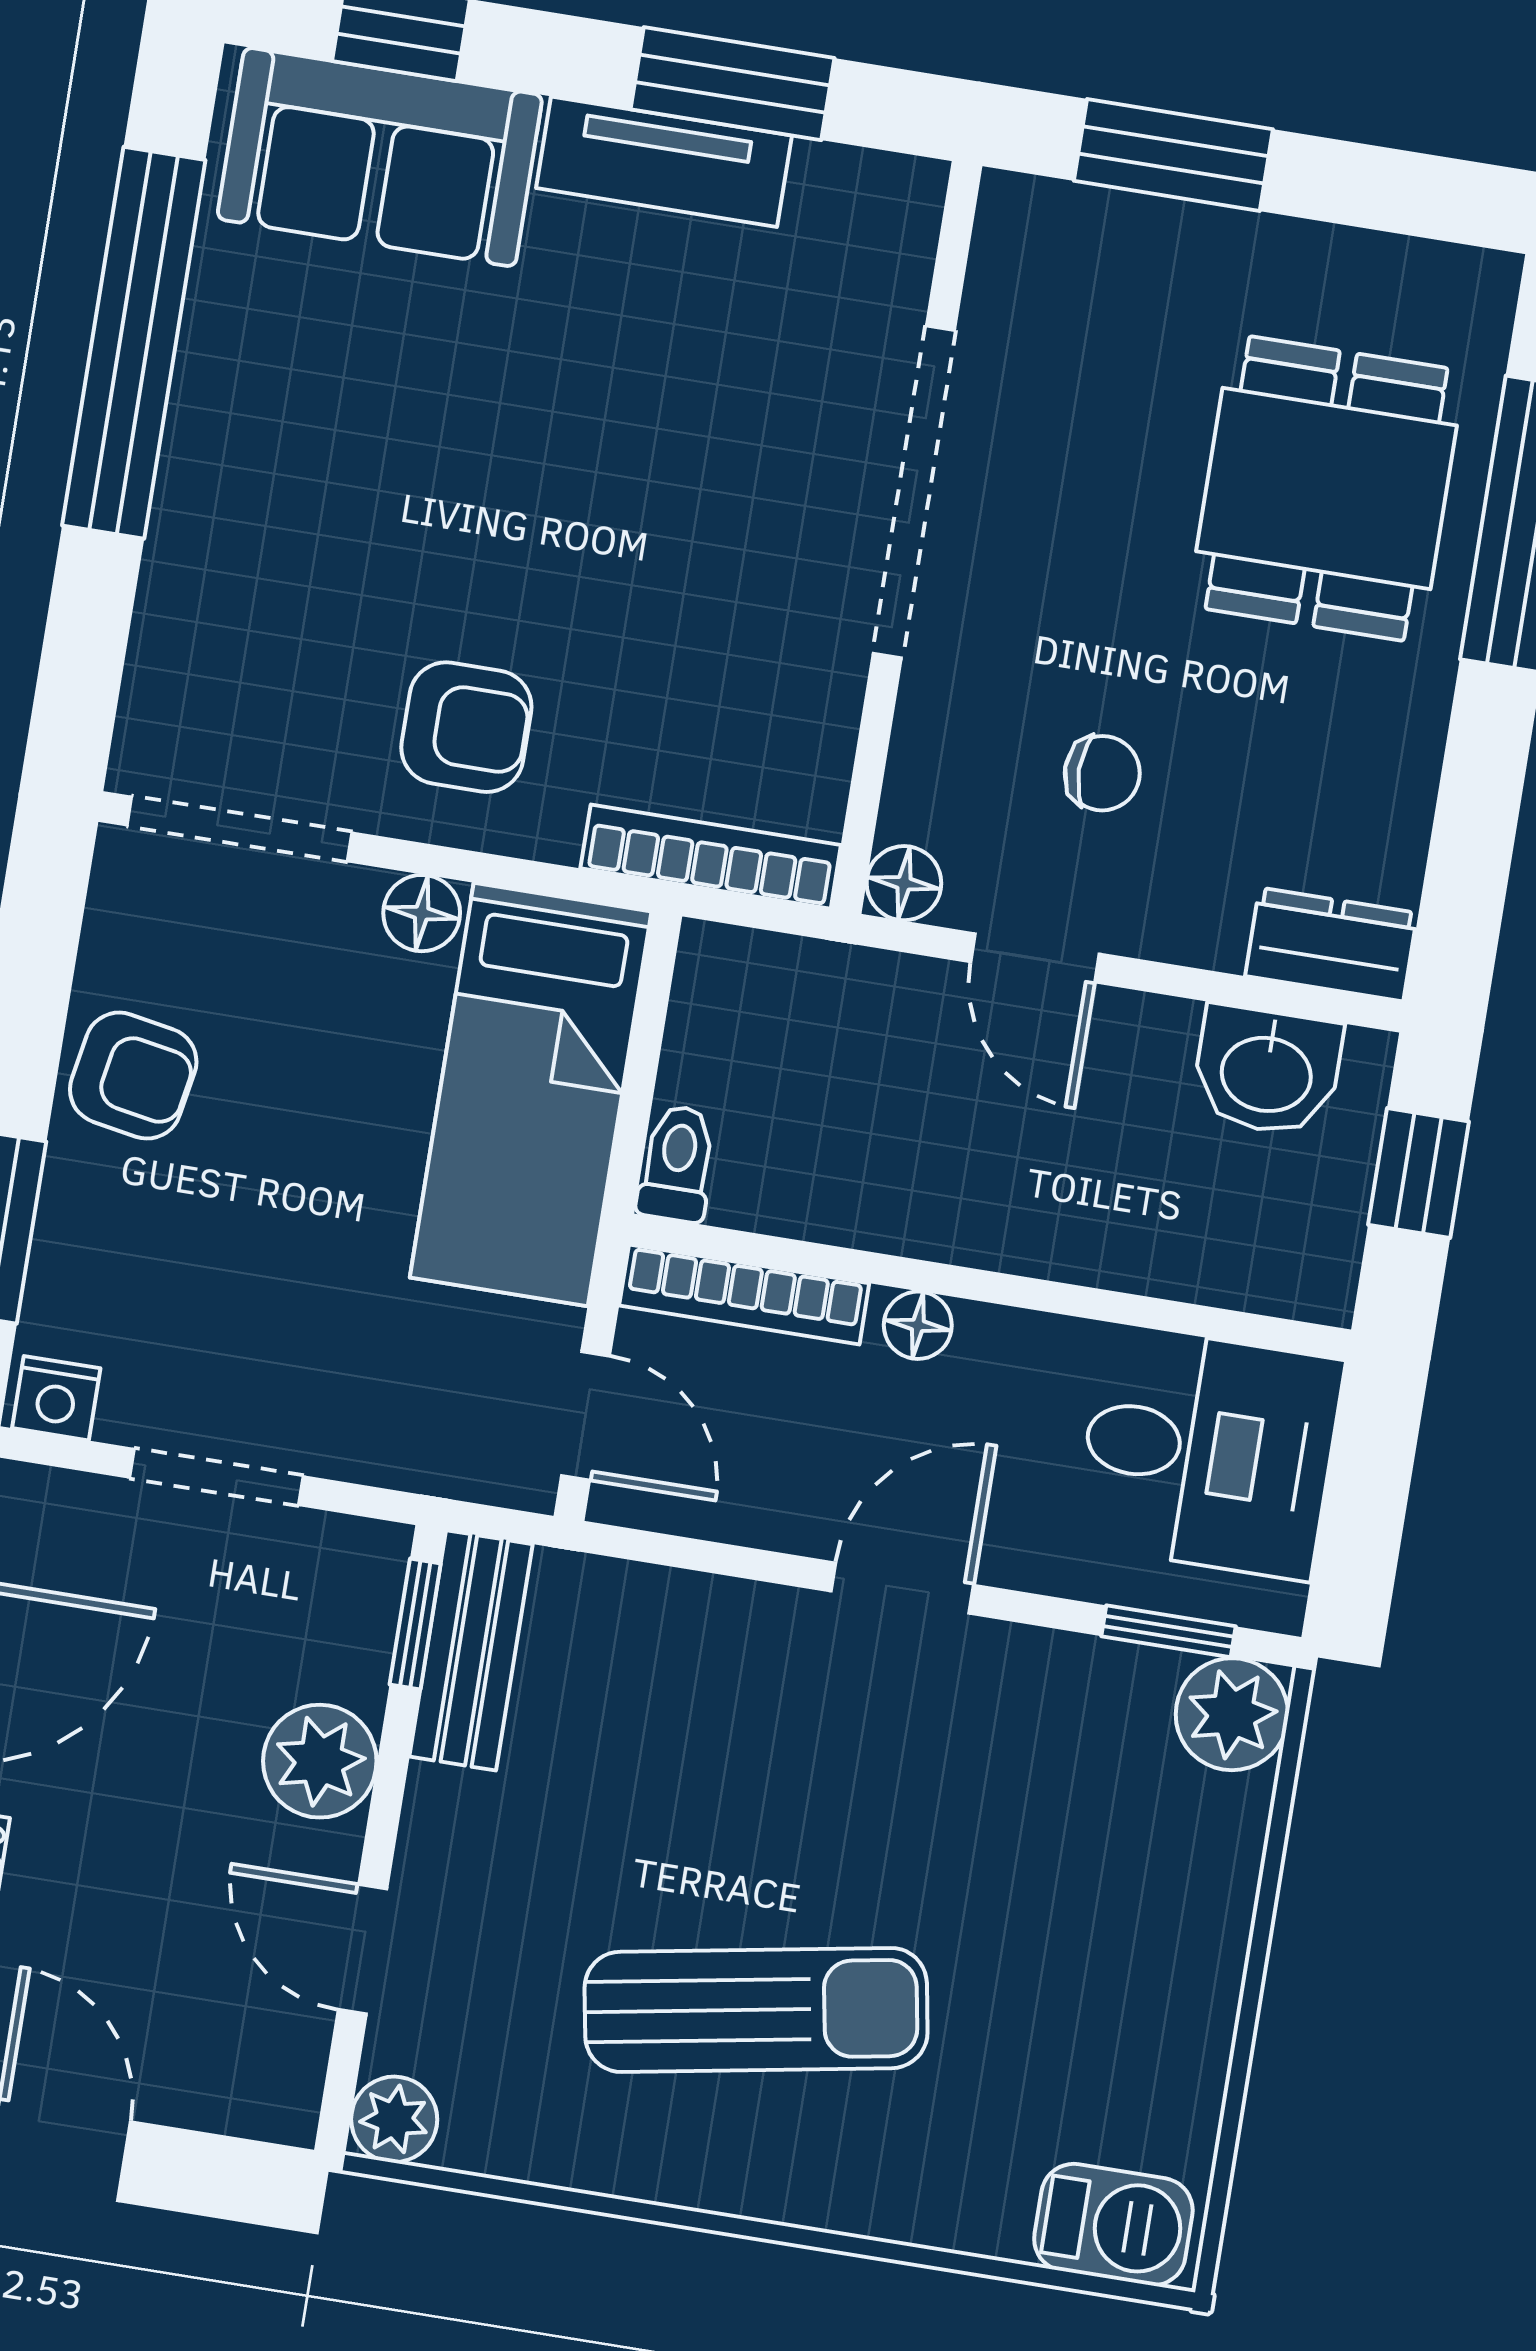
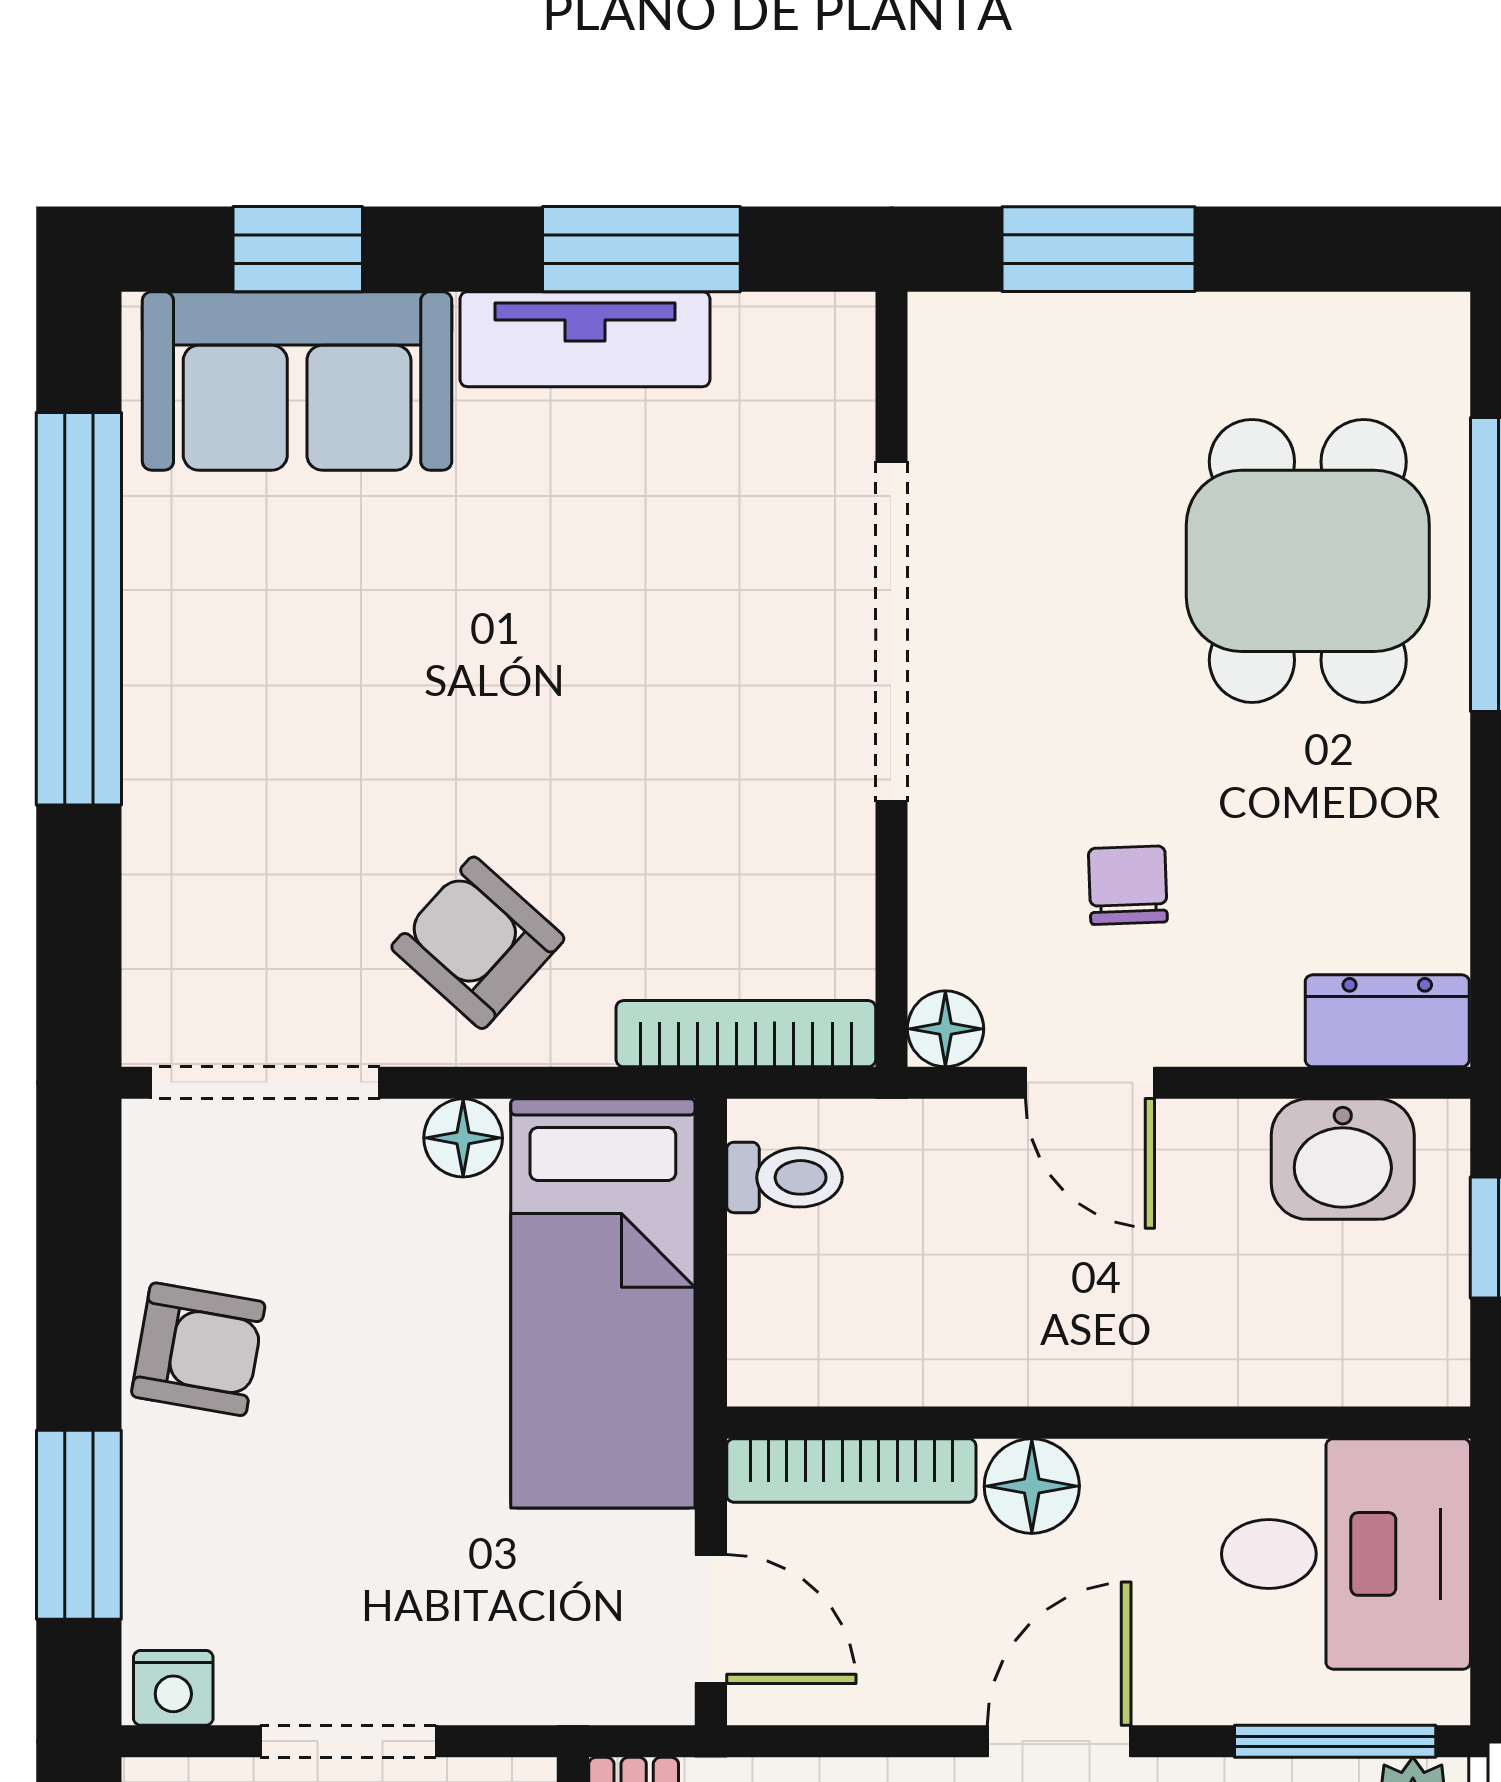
armchair: (466, 727) -> (478, 943), turned -138
chair: (1102, 773) -> (1128, 885), turned -92
toilet: (677, 1164) -> (784, 1177), moved, turned 90
floor lamp: (918, 1325) -> (1032, 1486), width x1.37, depth x1.37
window: (1169, 1631) -> (1335, 1741), width x1.50

